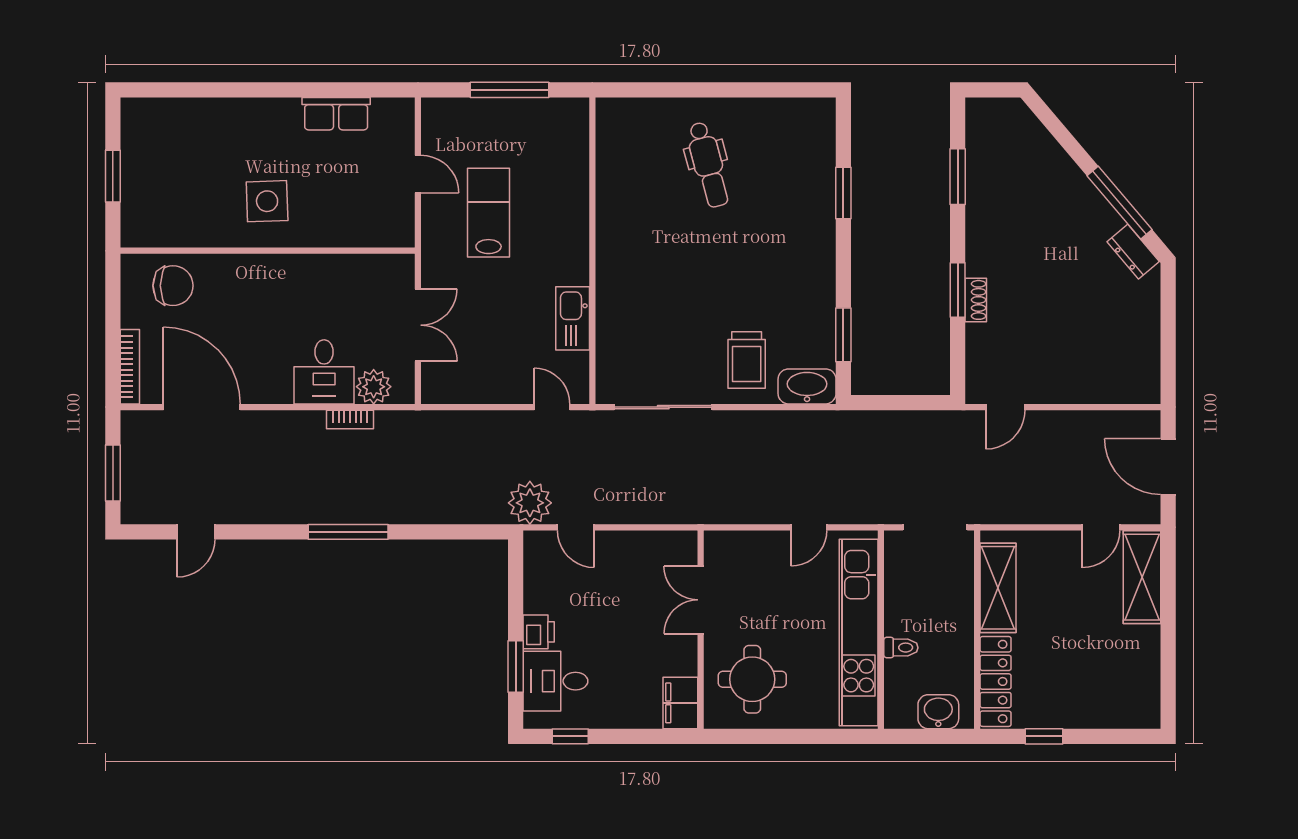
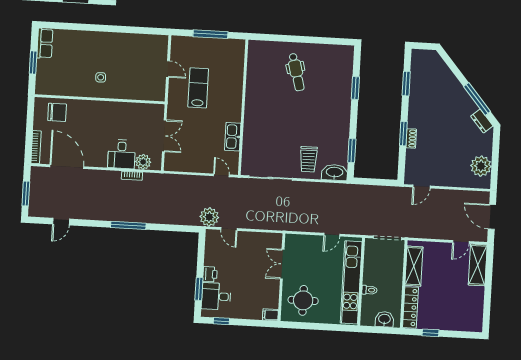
row of seats: (336, 114) -> (45, 43), moved, turned -90
side table: (267, 201) -> (101, 77), width x0.54, depth x0.54
plant: (1137, 353) -> (481, 166), added
filing cabinet: (680, 703) -> (270, 315), width x0.50

